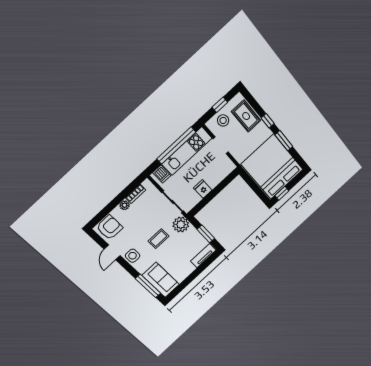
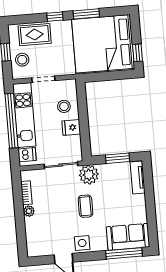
stool: (213, 173) -> (64, 106), added
armchair: (109, 227) -> (38, 241), removed

